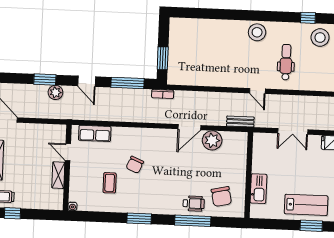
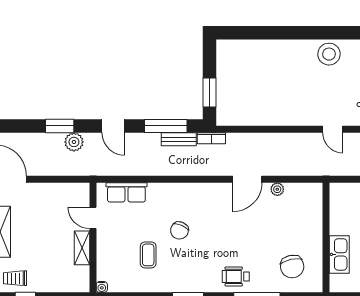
bench: (240, 121) -> (179, 139), moved
plant: (212, 140) -> (277, 189), width x0.53, depth x0.53
wheelchair: (194, 203) -> (236, 276), moved, turned 180

